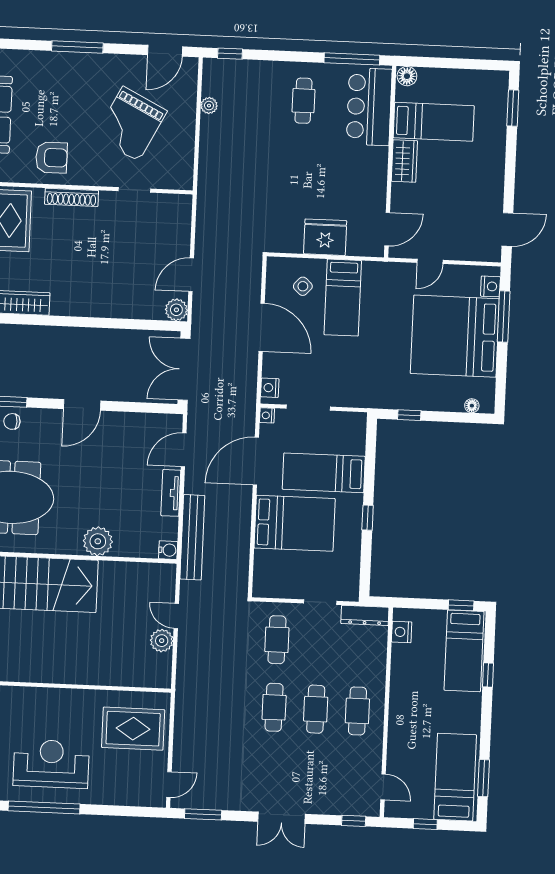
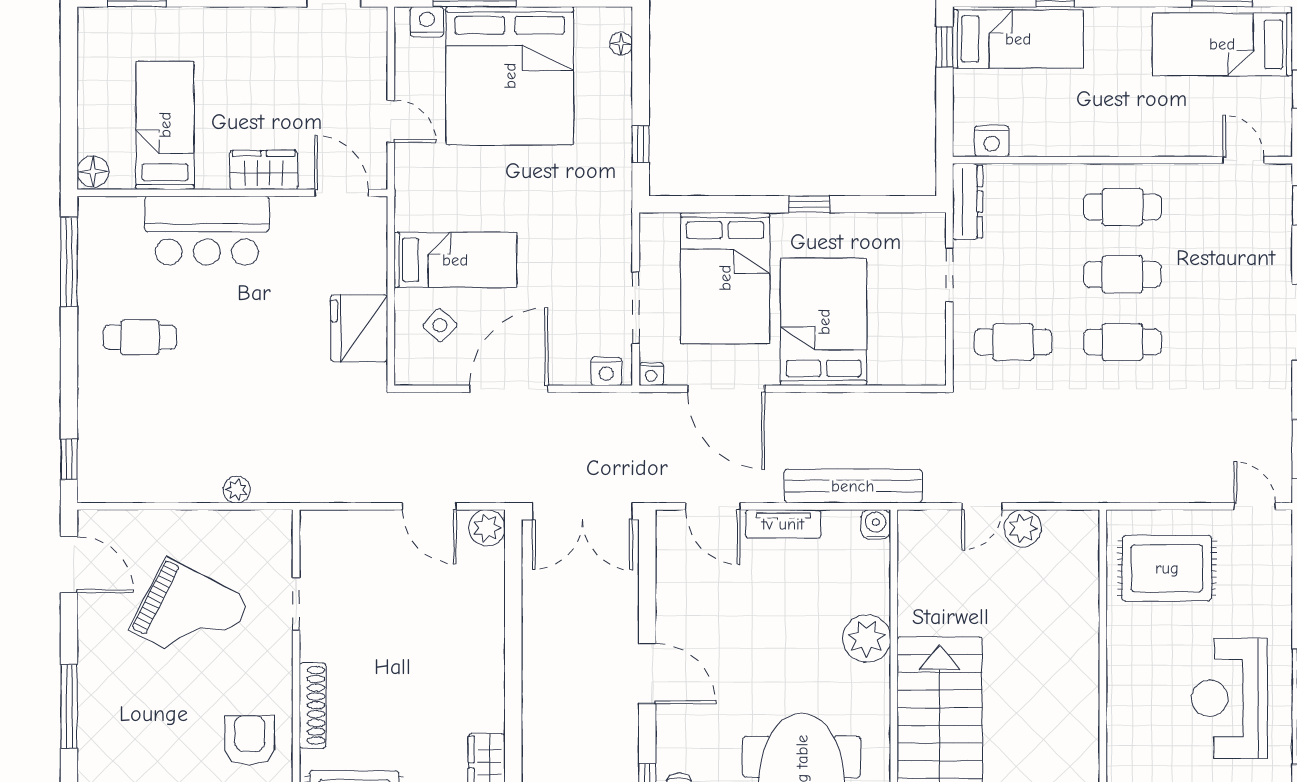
plant: (209, 106) -> (237, 490), moved
bar counter: (369, 107) -> (207, 231), moved
wardrobe: (404, 161) -> (264, 170), moved
fridge: (325, 237) -> (359, 328), moved
bed: (324, 473) -> (725, 278), width x1.50
rug: (133, 729) -> (1167, 568), turned 90
door: (383, 787) -> (1243, 160), hinge flipped

